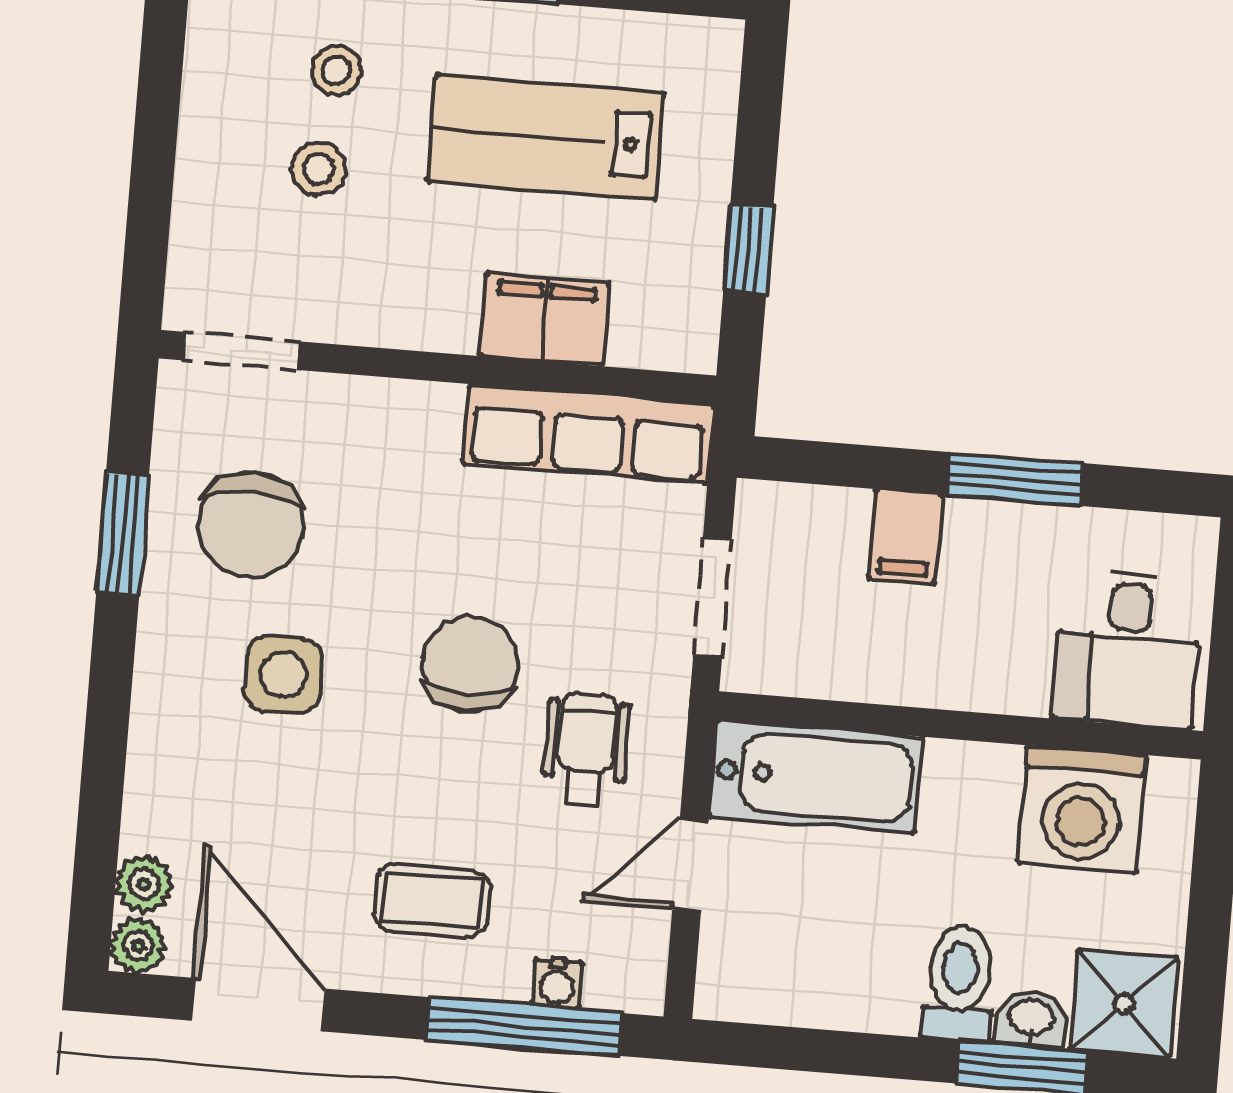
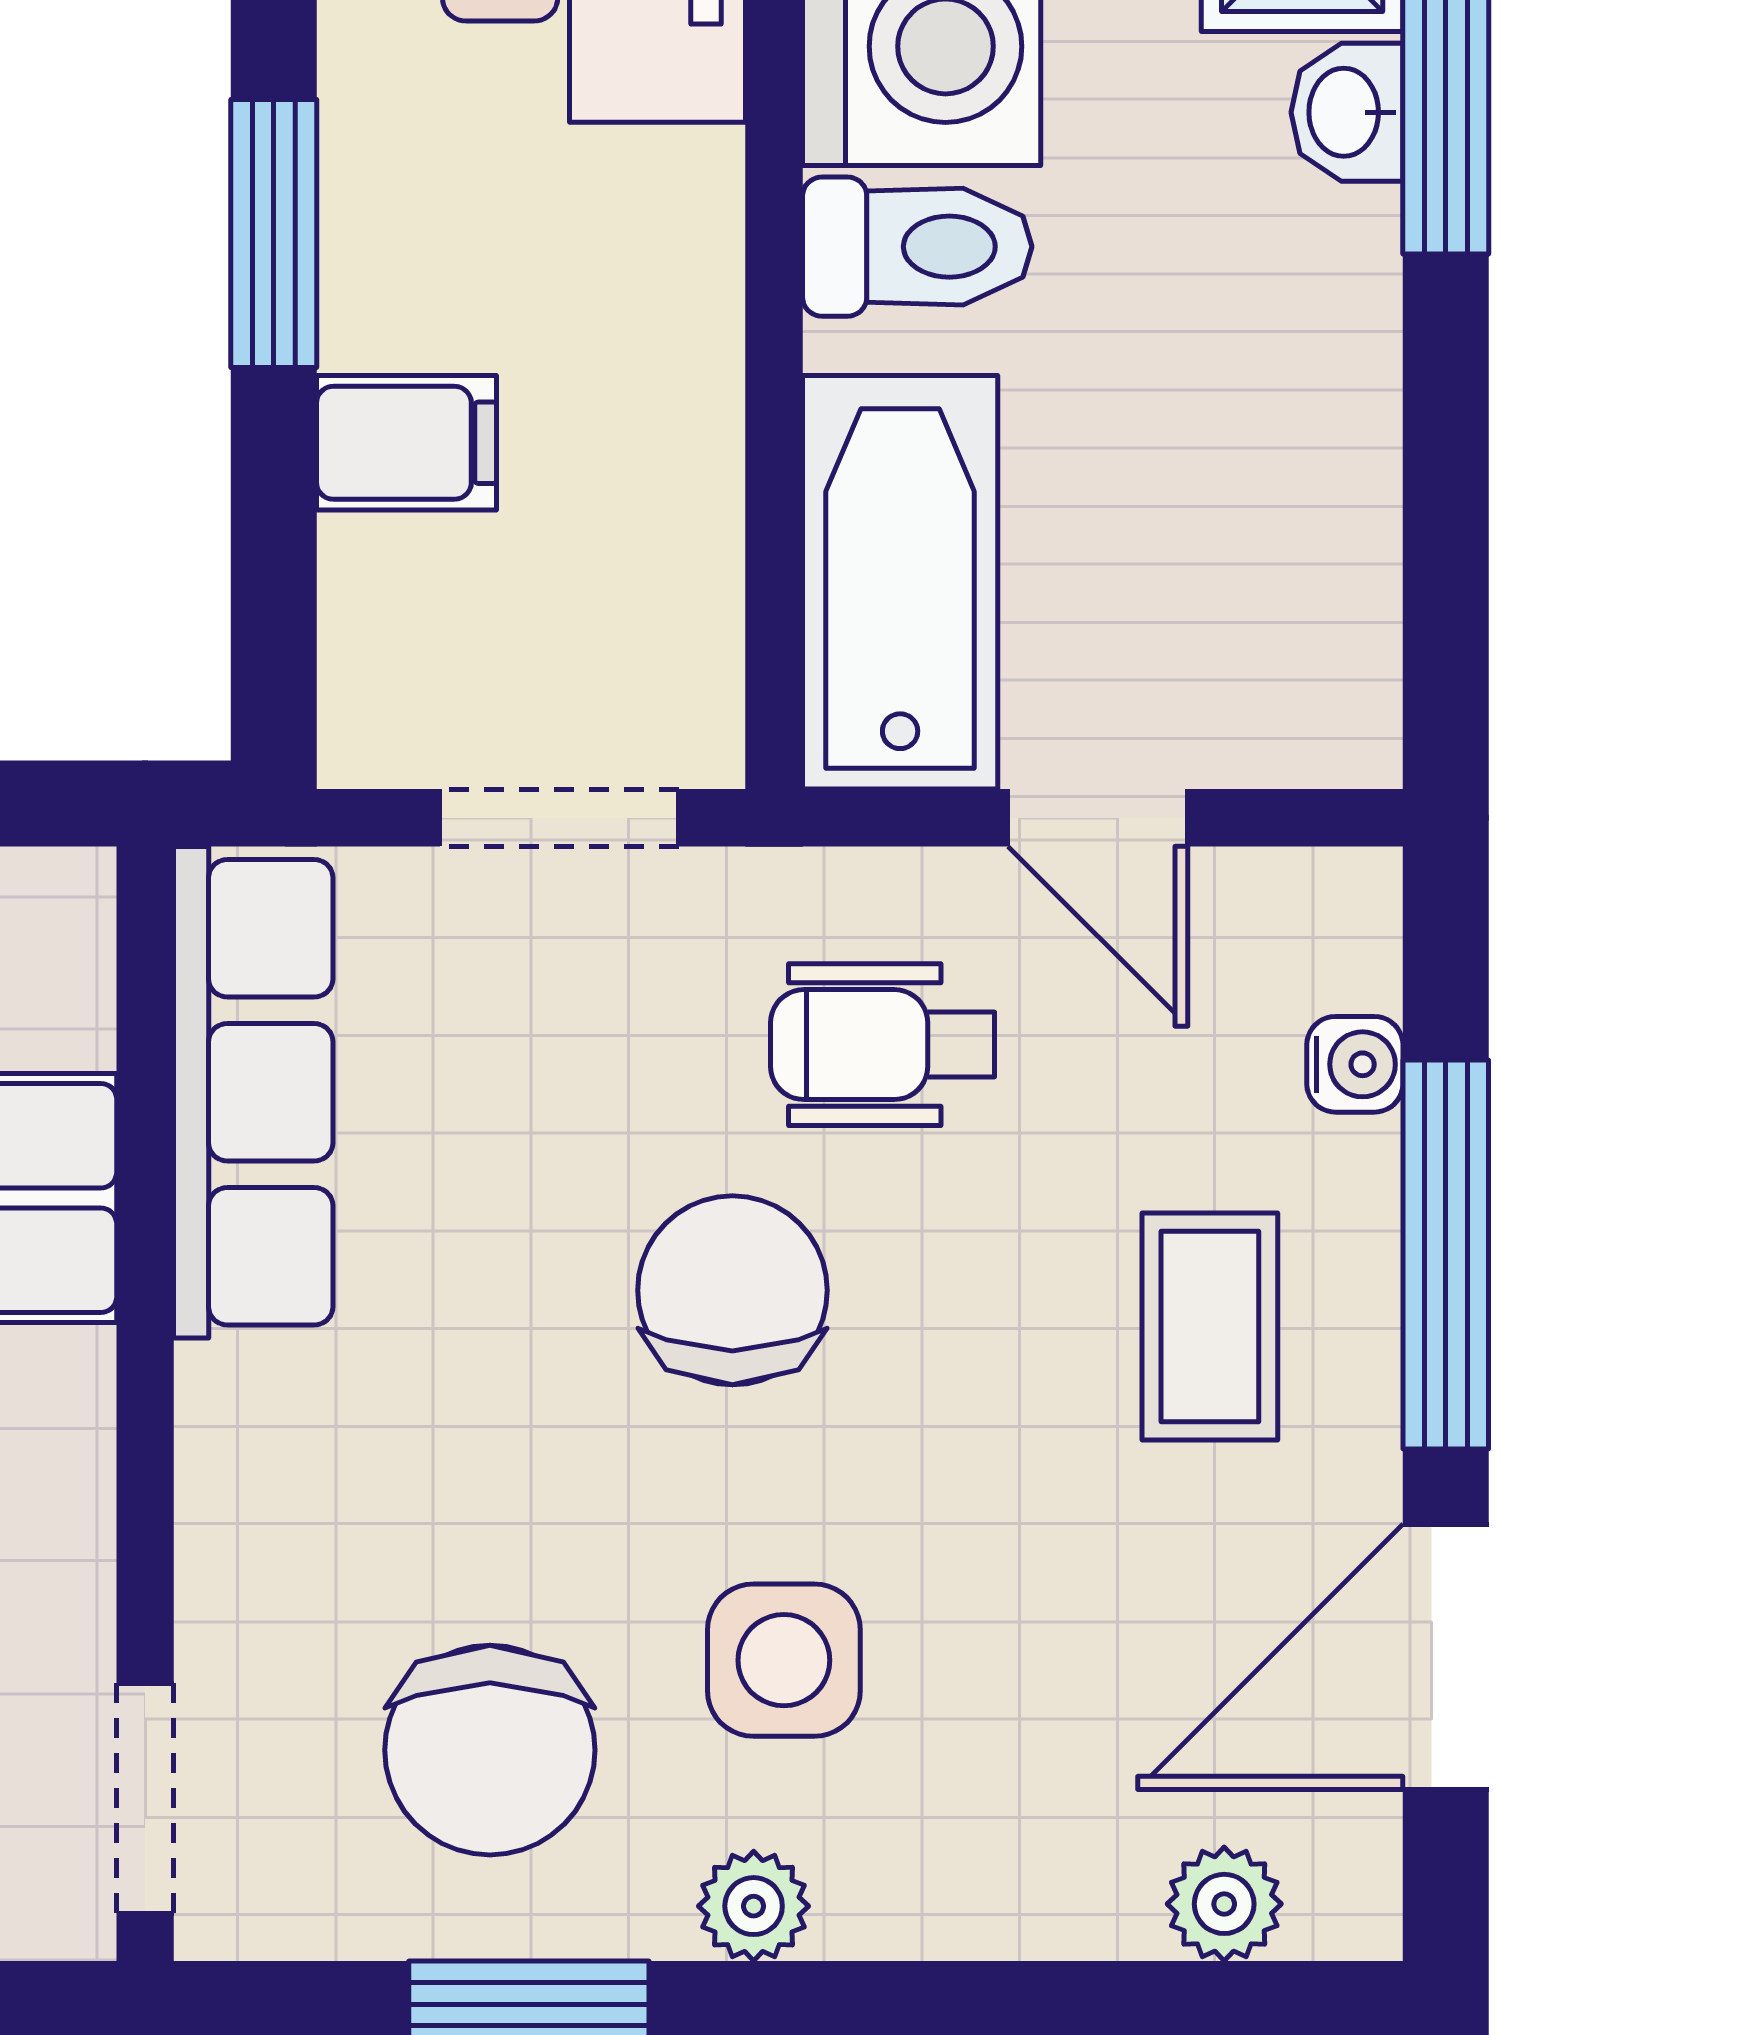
chair: (251, 525) -> (490, 1750), turned 90
chair: (470, 664) -> (732, 1290), turned 90
plant: (138, 946) -> (754, 1906), moved
toilet: (959, 983) -> (917, 247), moved, turned 180
window: (524, 1026) -> (1446, 1254), moved

